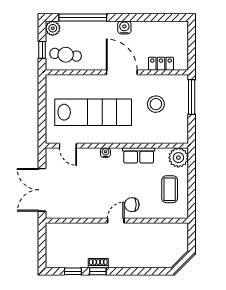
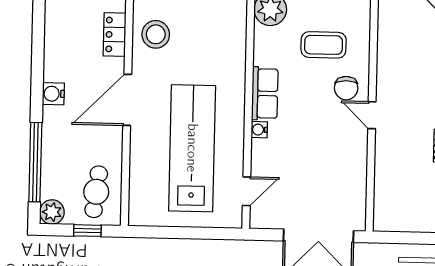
stool: (156, 104) -> (156, 34), moved
row of seats: (139, 155) -> (265, 93), moved
coffee table: (170, 189) -> (324, 45), moved

